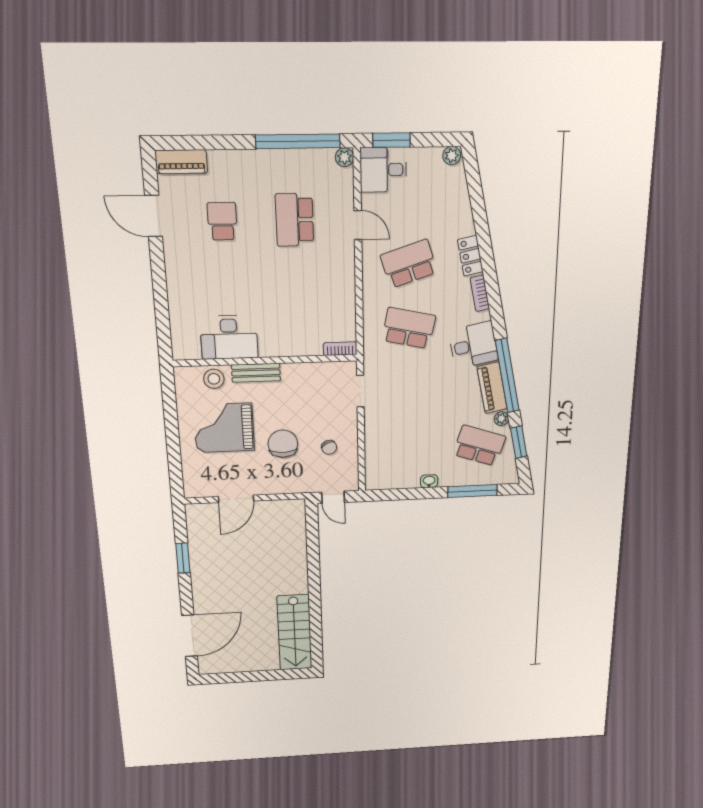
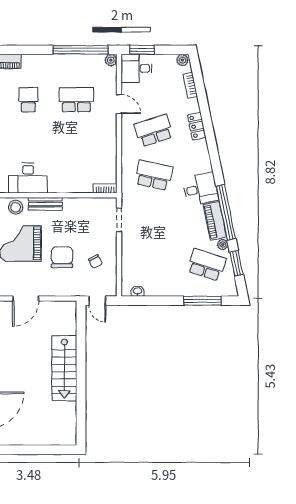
school desk: (294, 220) -> (76, 100), turned 90
bookcase: (480, 293) -> (190, 85), moved
washbasin: (429, 481) -> (138, 291), moved
stairs: (294, 632) -> (64, 368), moved

